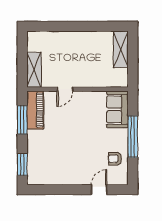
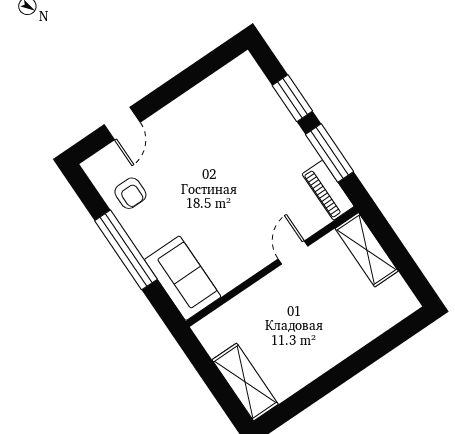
piano: (35, 110) -> (328, 190), width x0.73, depth x0.75
armchair: (115, 159) -> (130, 193), turned 90
window: (22, 164) -> (292, 98), moved

